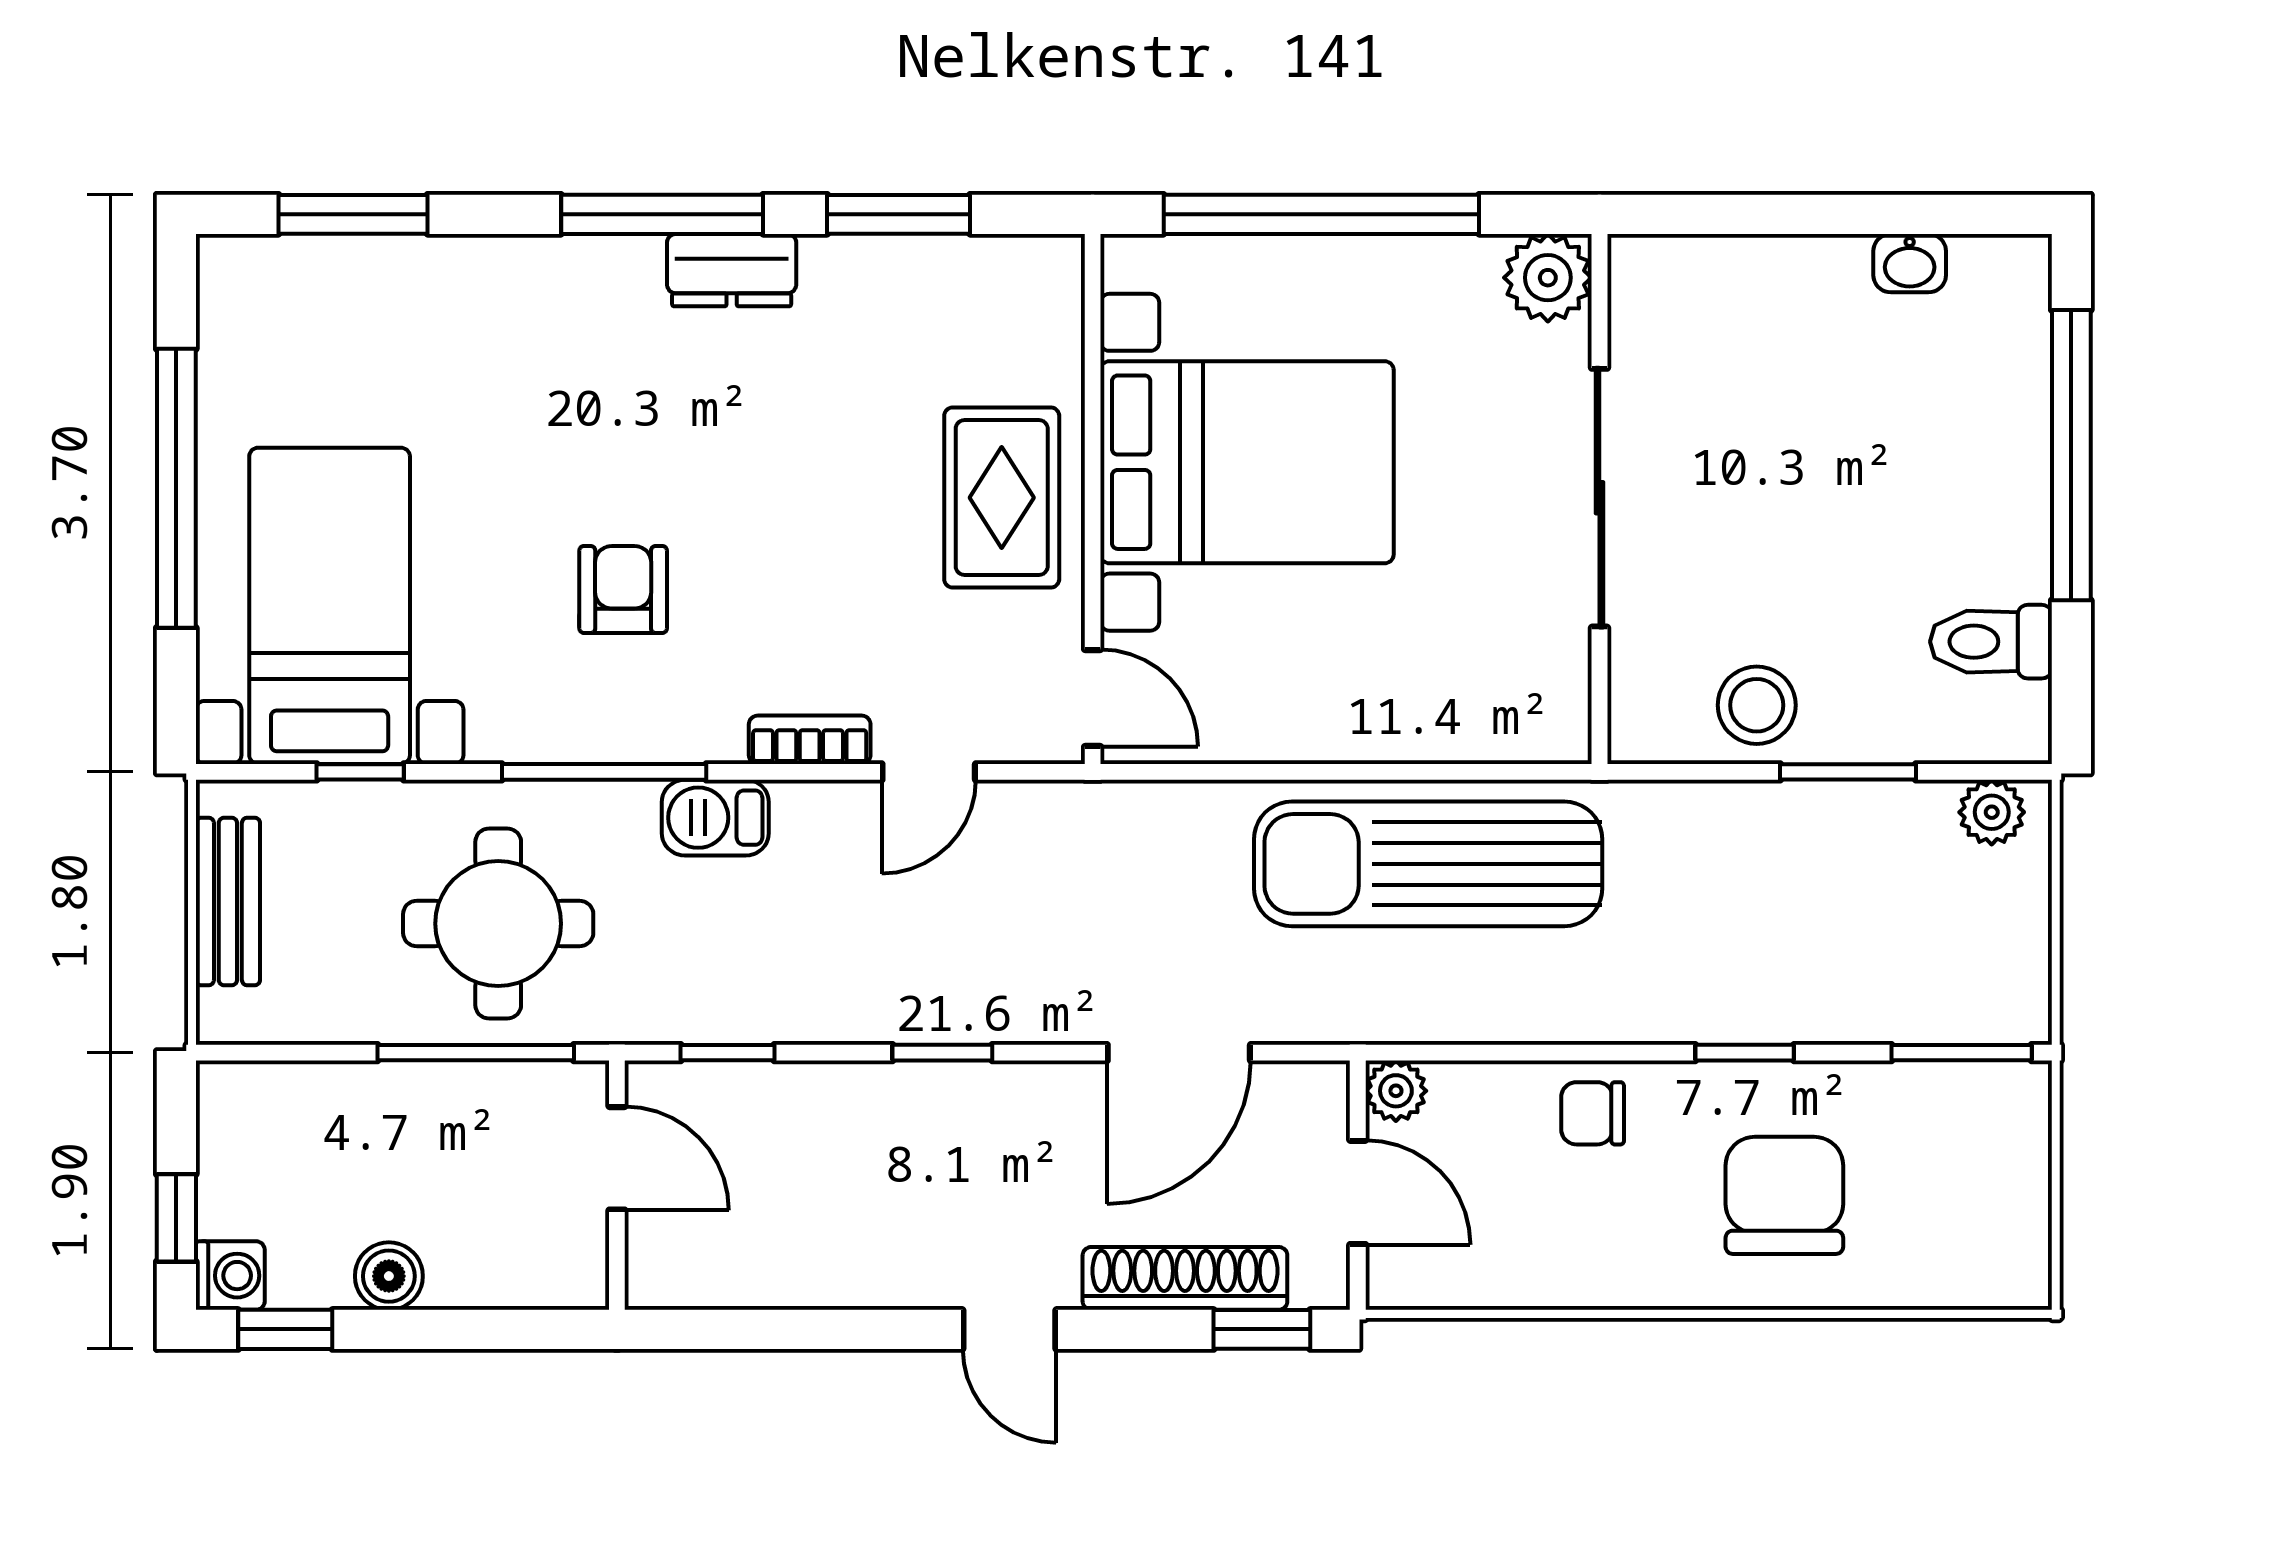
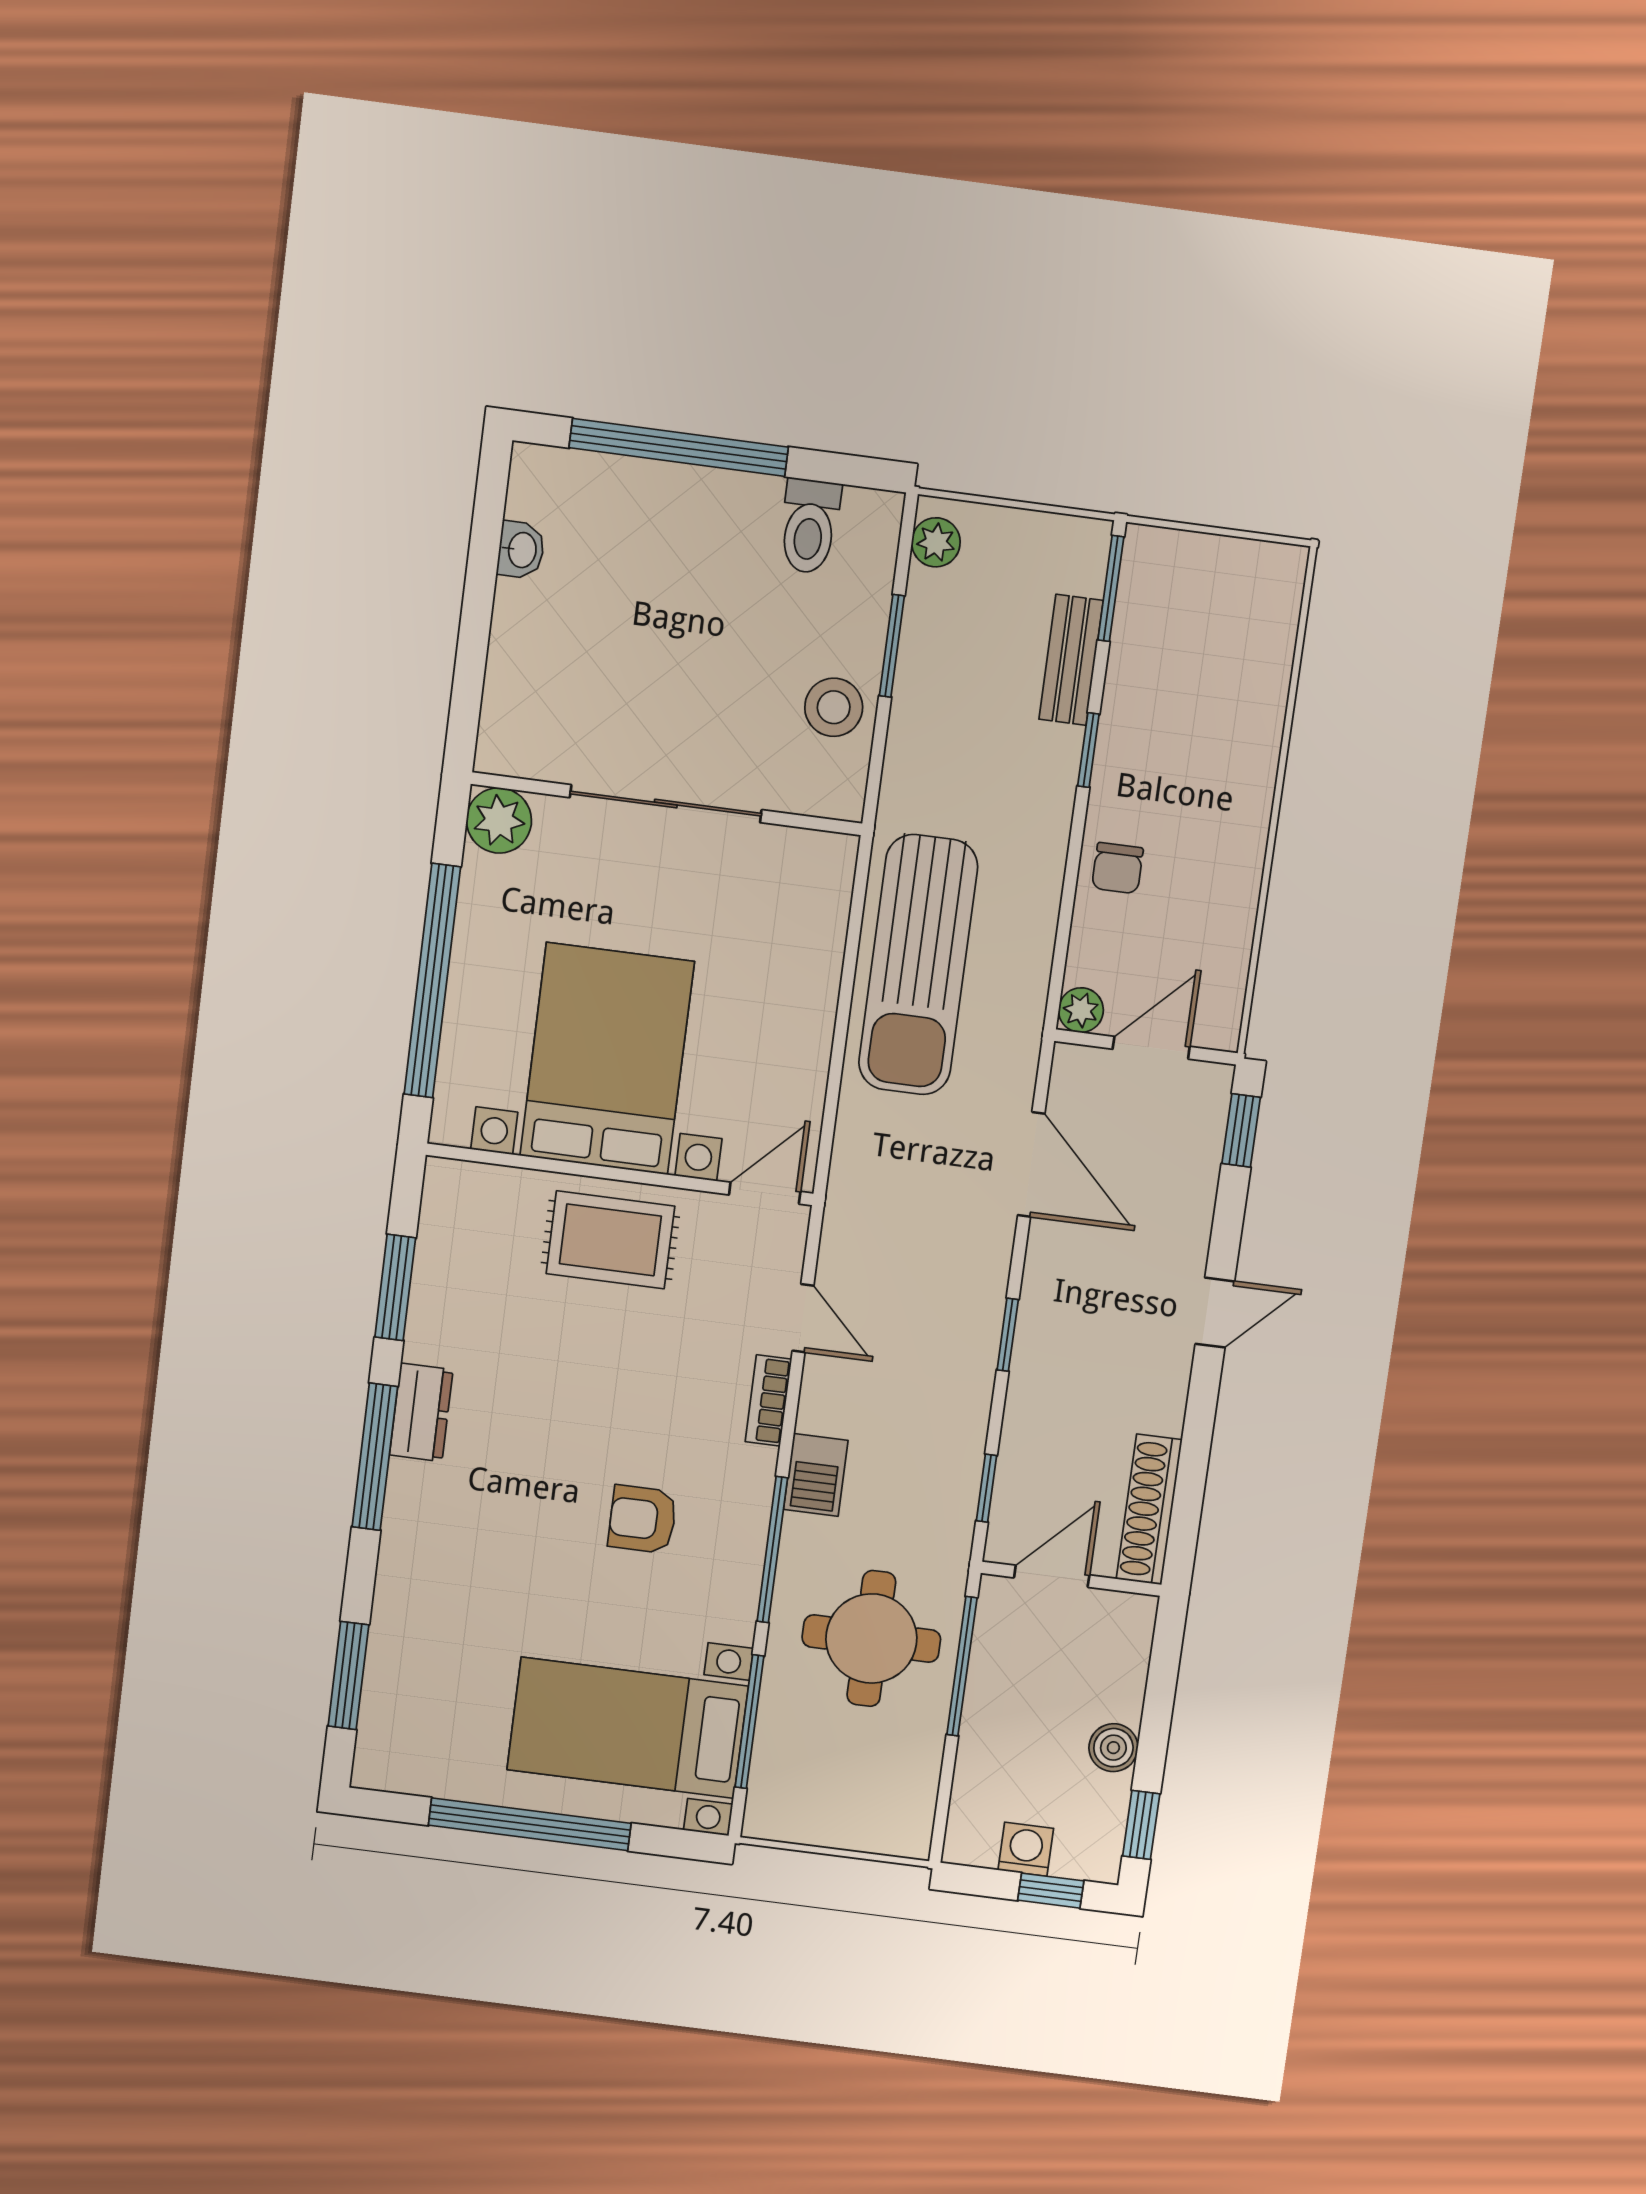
window: (360, 772) -> (750, 1722), width x2.17
bench: (228, 902) -> (1071, 660), moved, turned 90
chair: (1784, 1195) -> (1198, 734), removed
washing machine: (230, 1276) -> (1026, 1849), moved
shoe rack: (1185, 1278) -> (1149, 1509), moved

